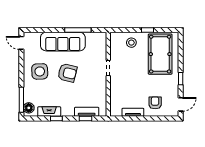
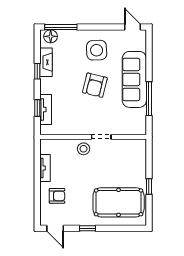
door: (21, 43) -> (133, 27), hinge flipped
stool: (131, 43) -> (84, 149), moved

